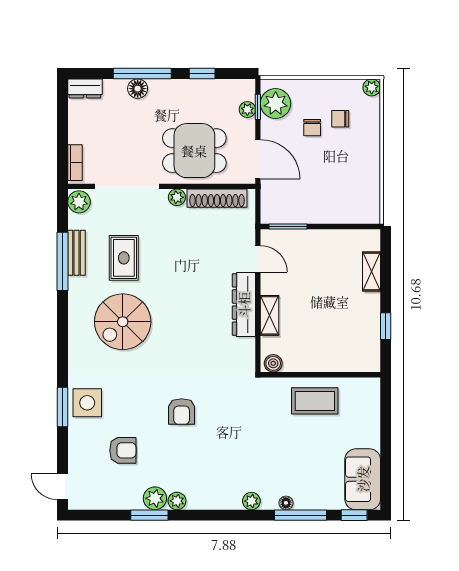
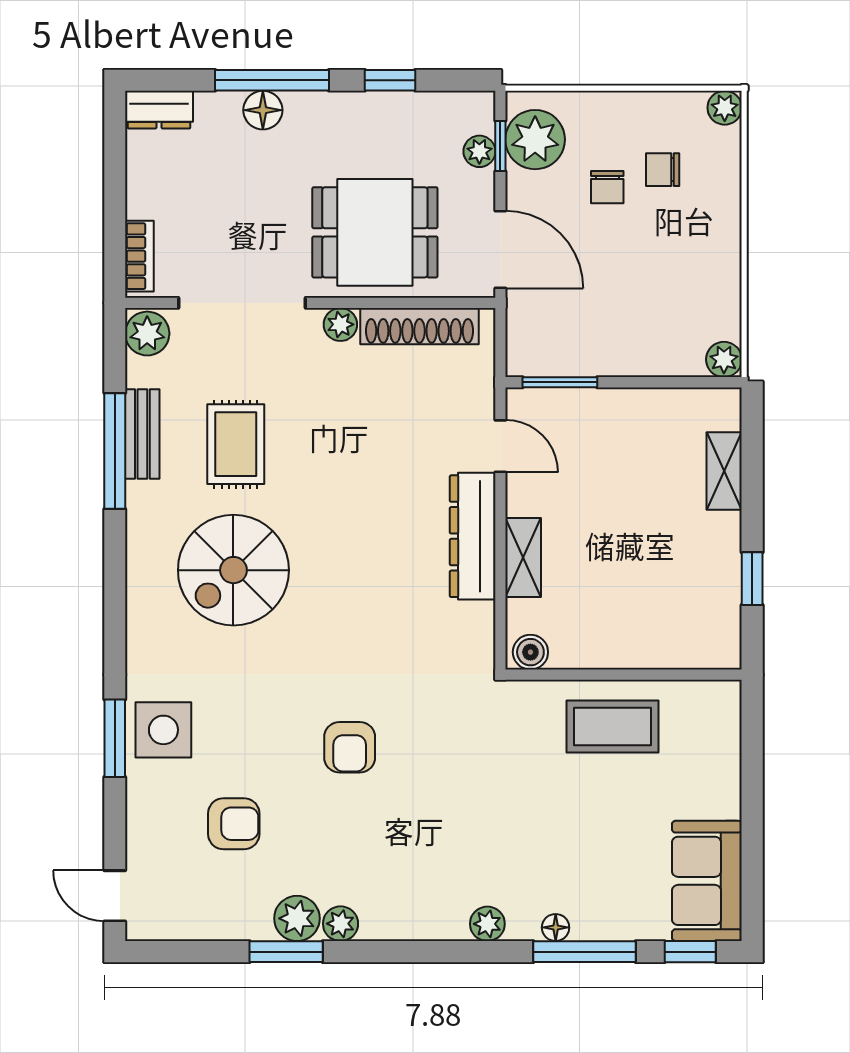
plant: (371, 215) -> (724, 359), added

